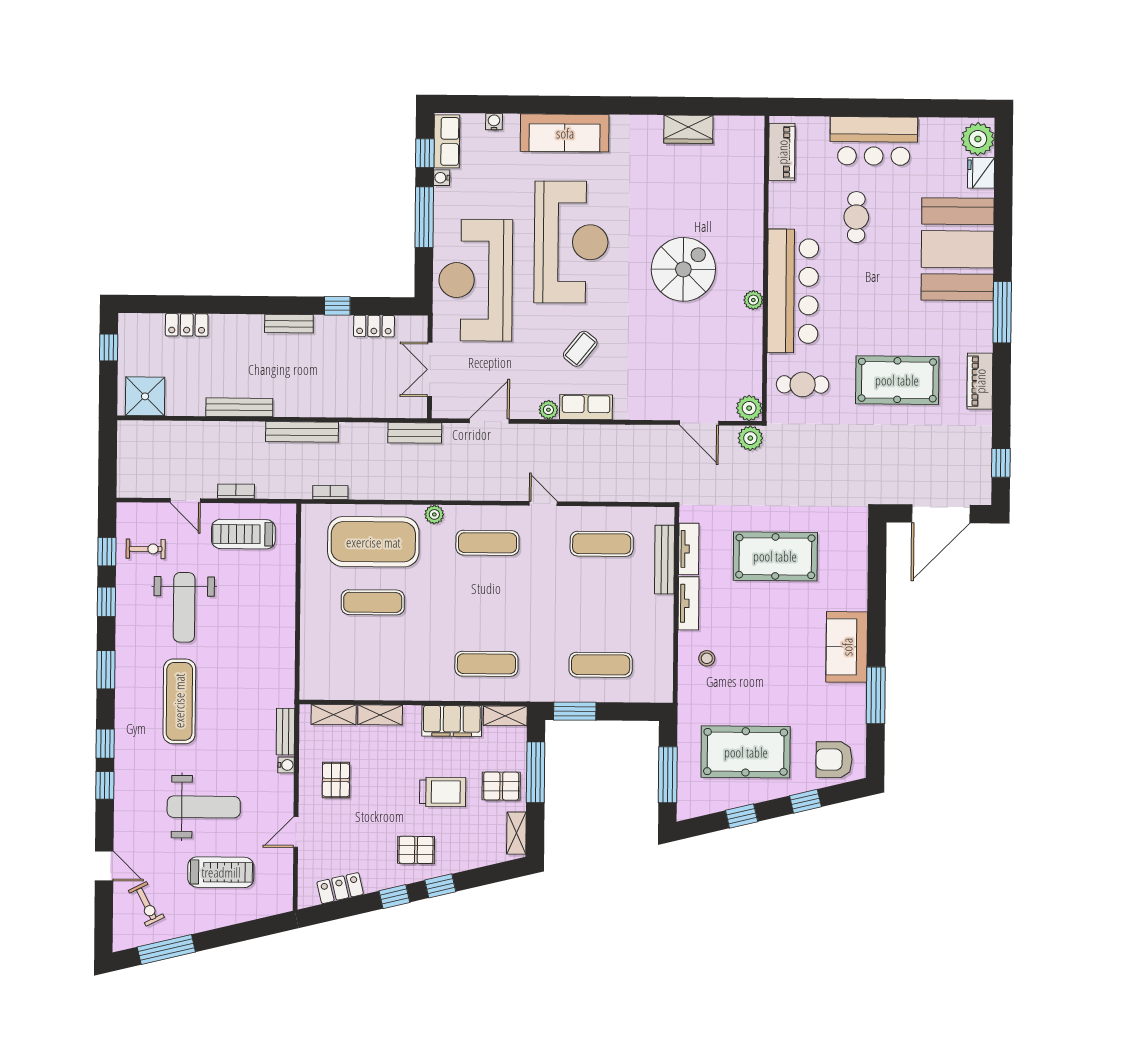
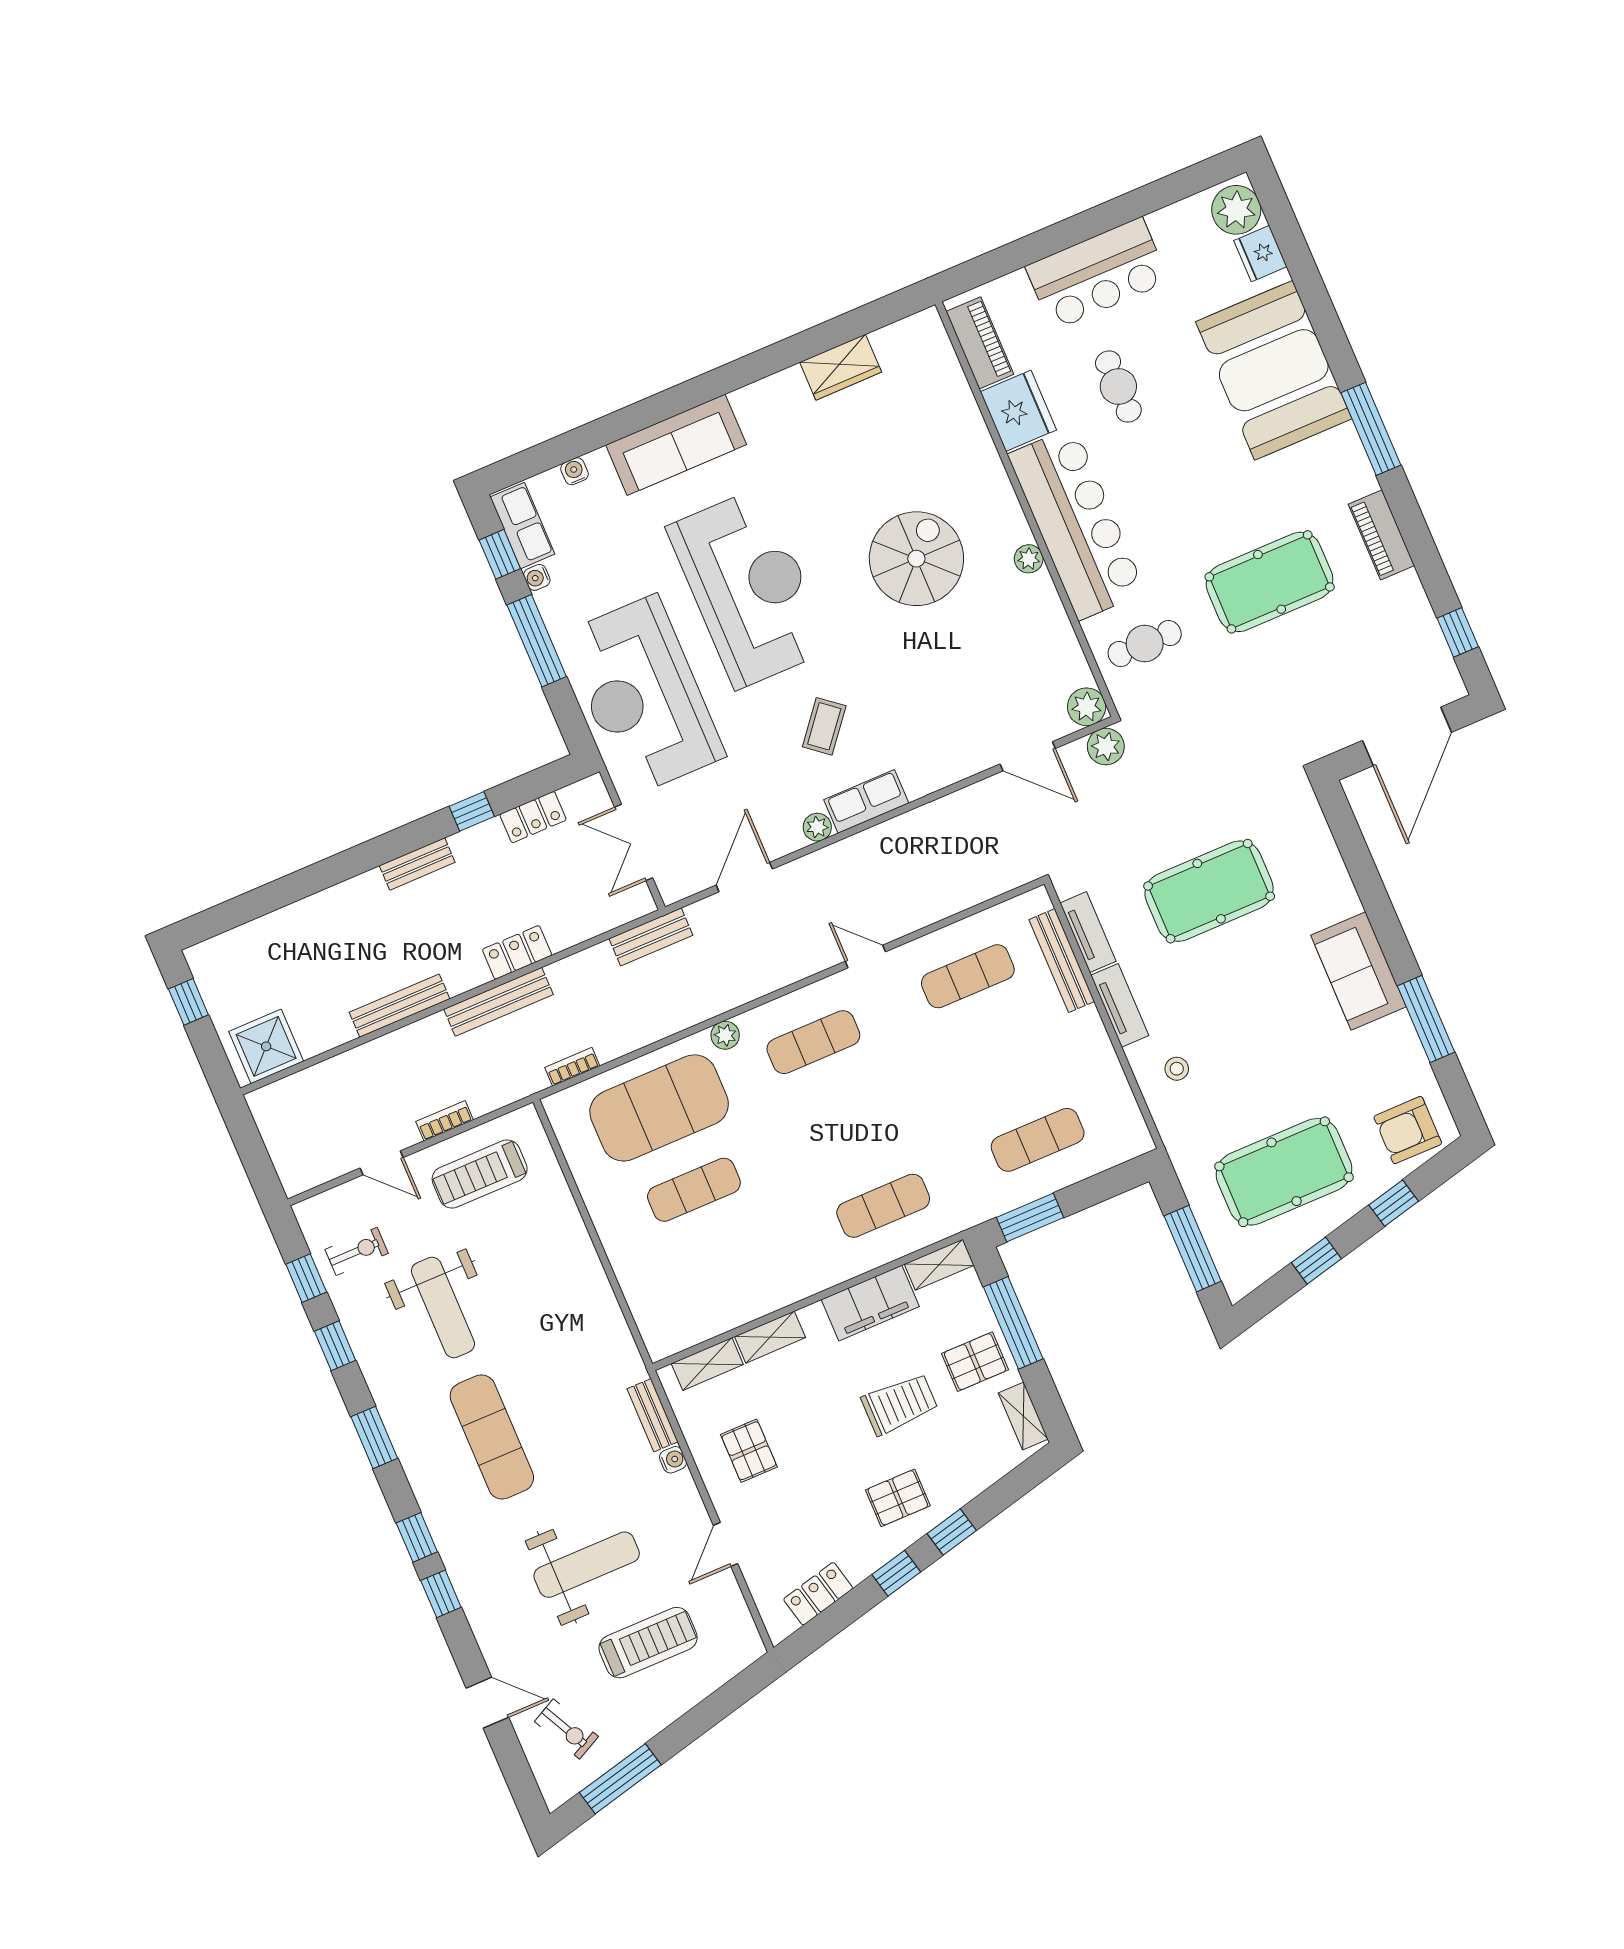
fridge: (787, 205) -> (1018, 411), added
locker: (187, 325) -> (517, 952), moved, turned 180

